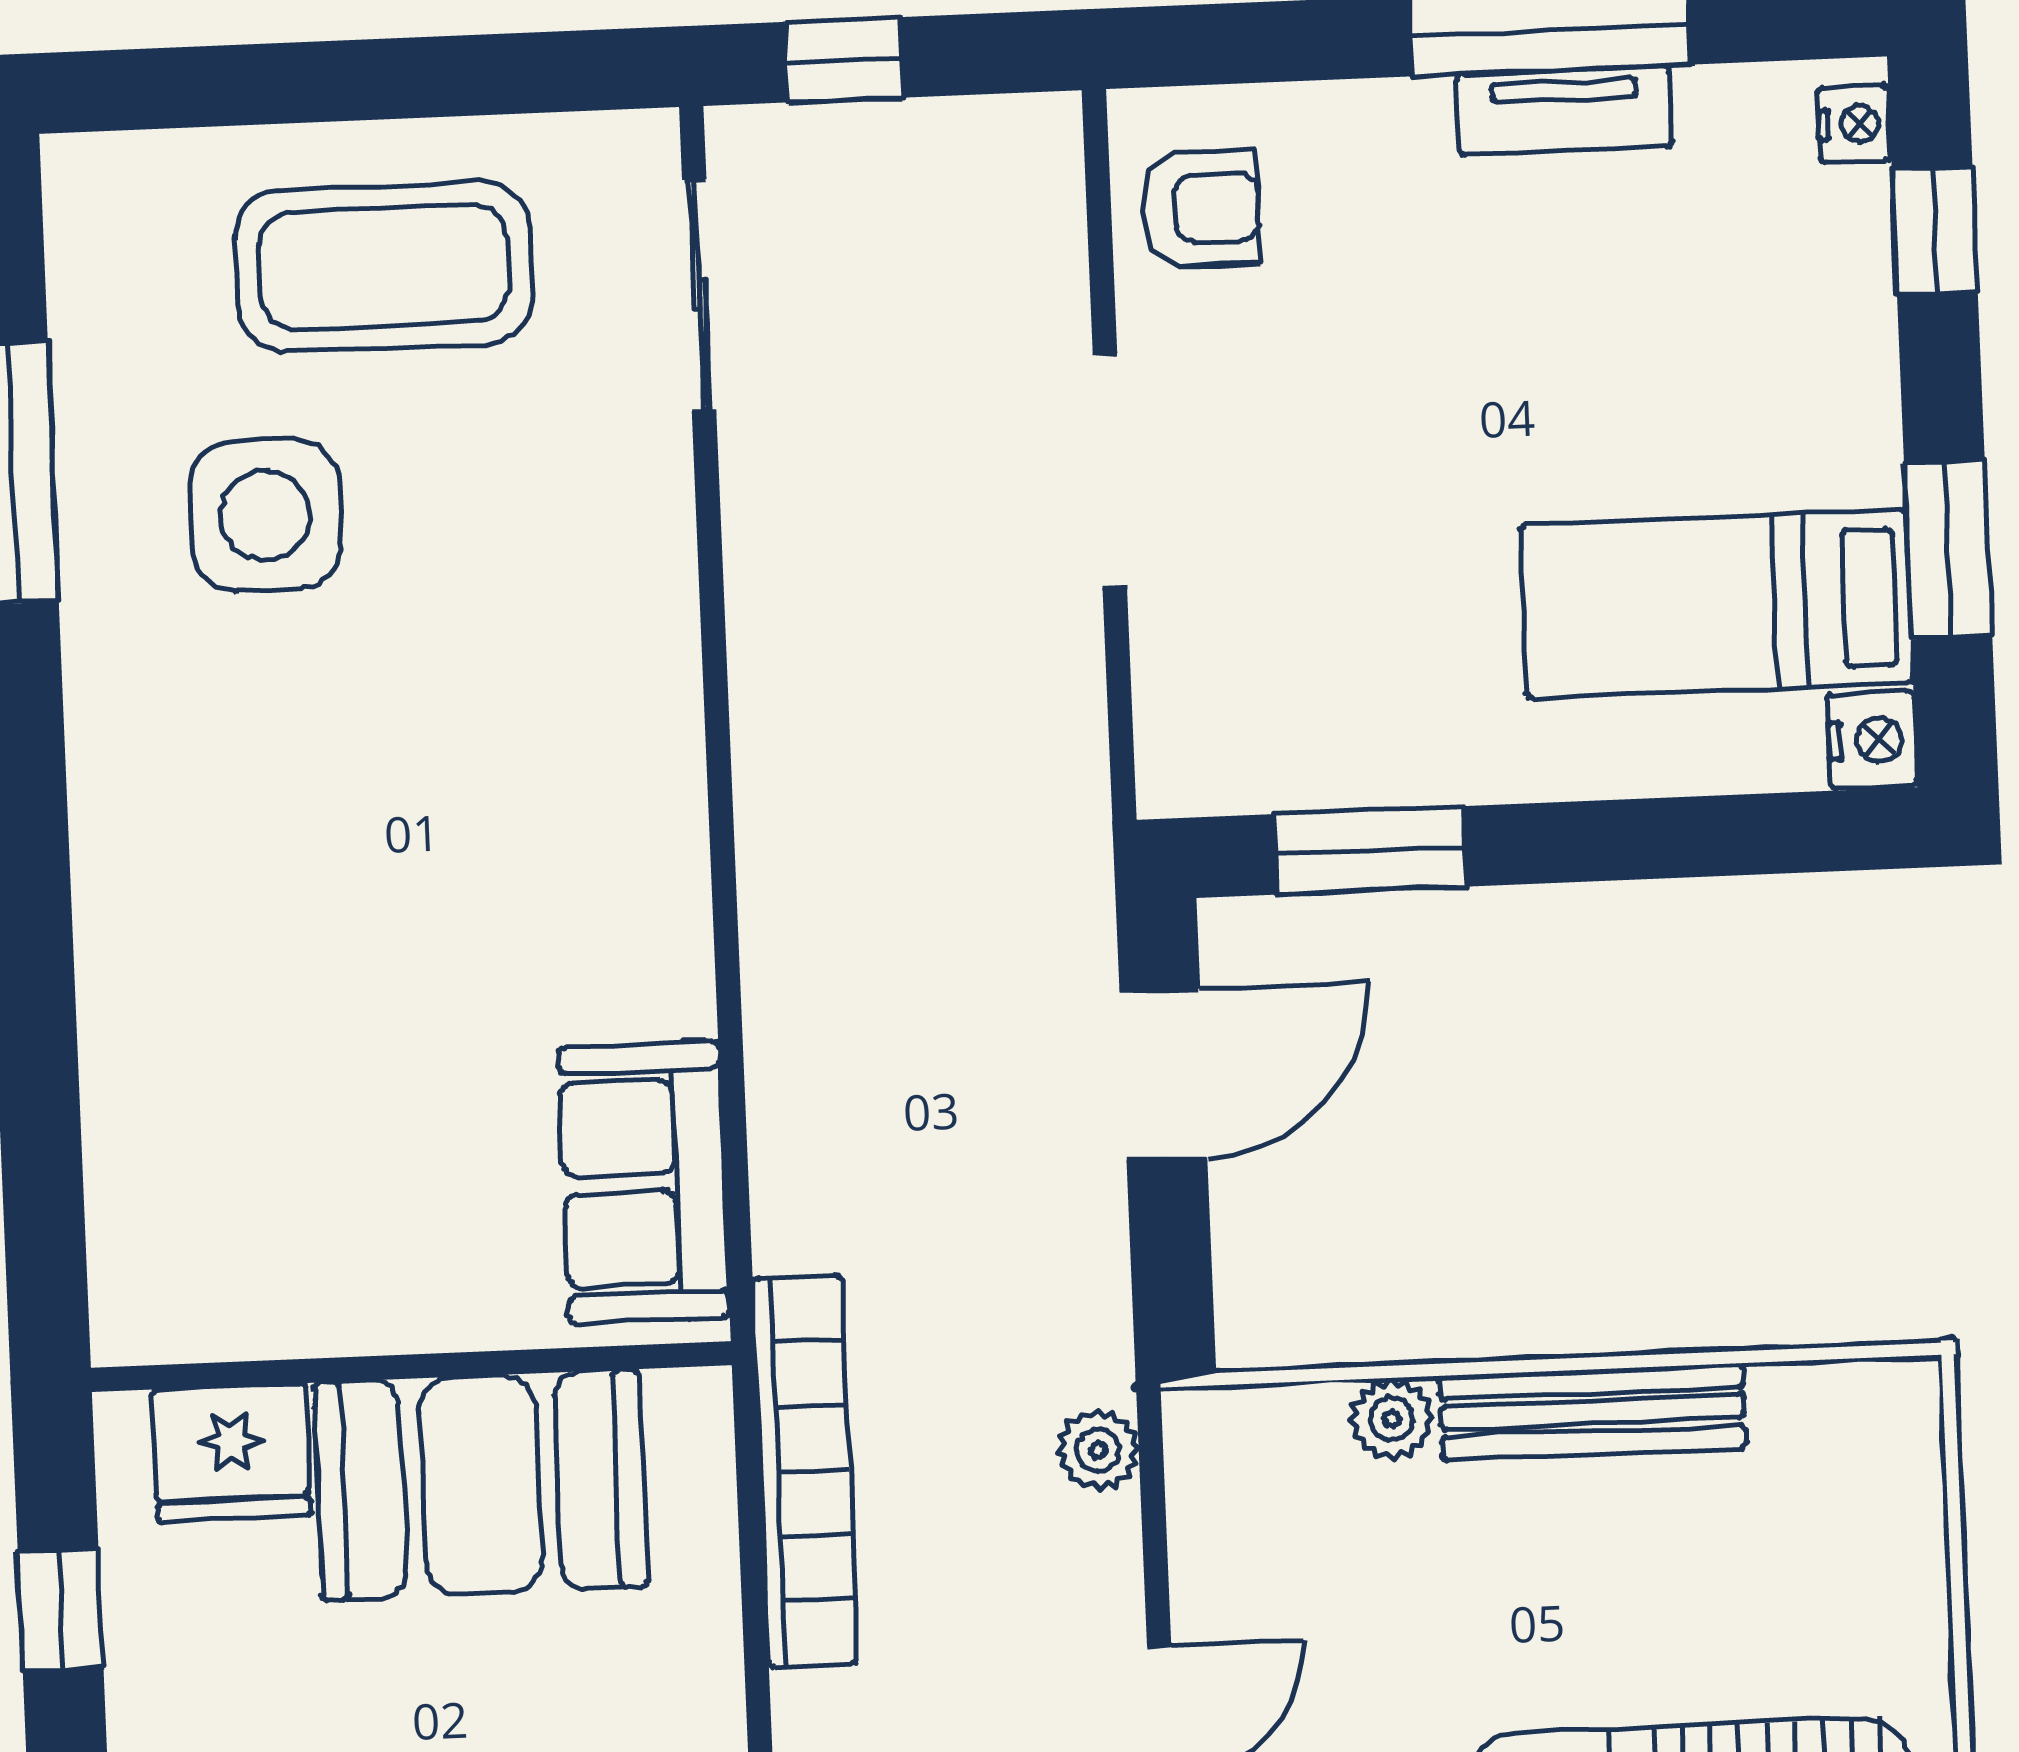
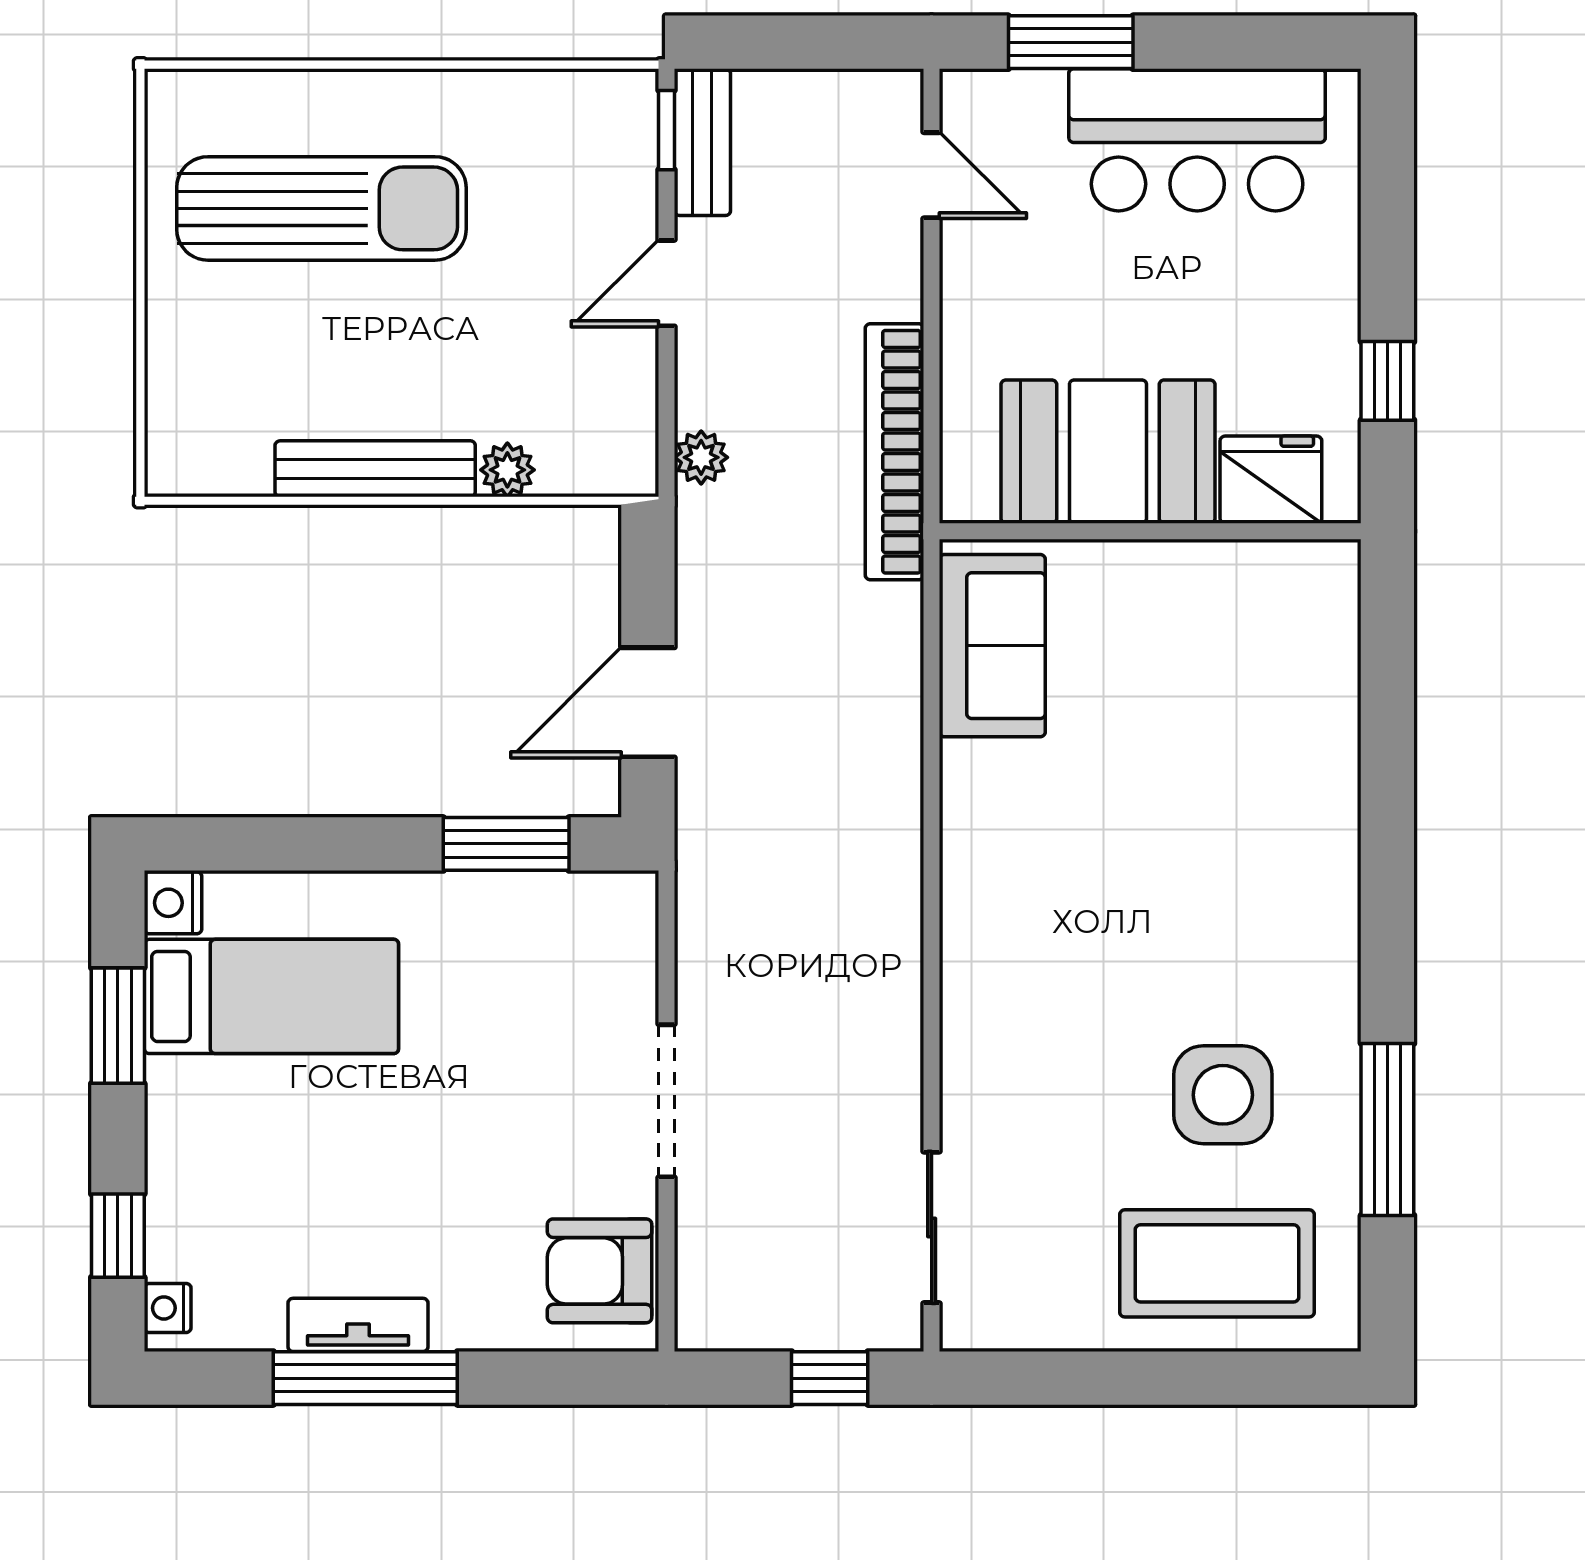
armchair: (1201, 208) -> (600, 1271), width x1.38, depth x1.38
coffee table: (384, 267) -> (1217, 1263), moved

